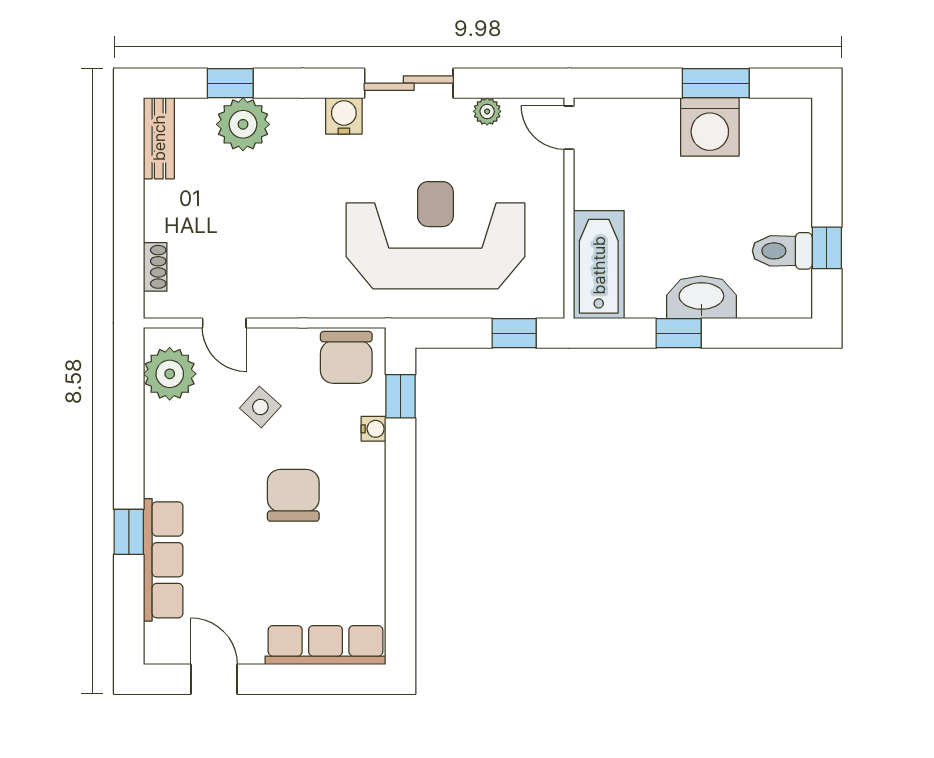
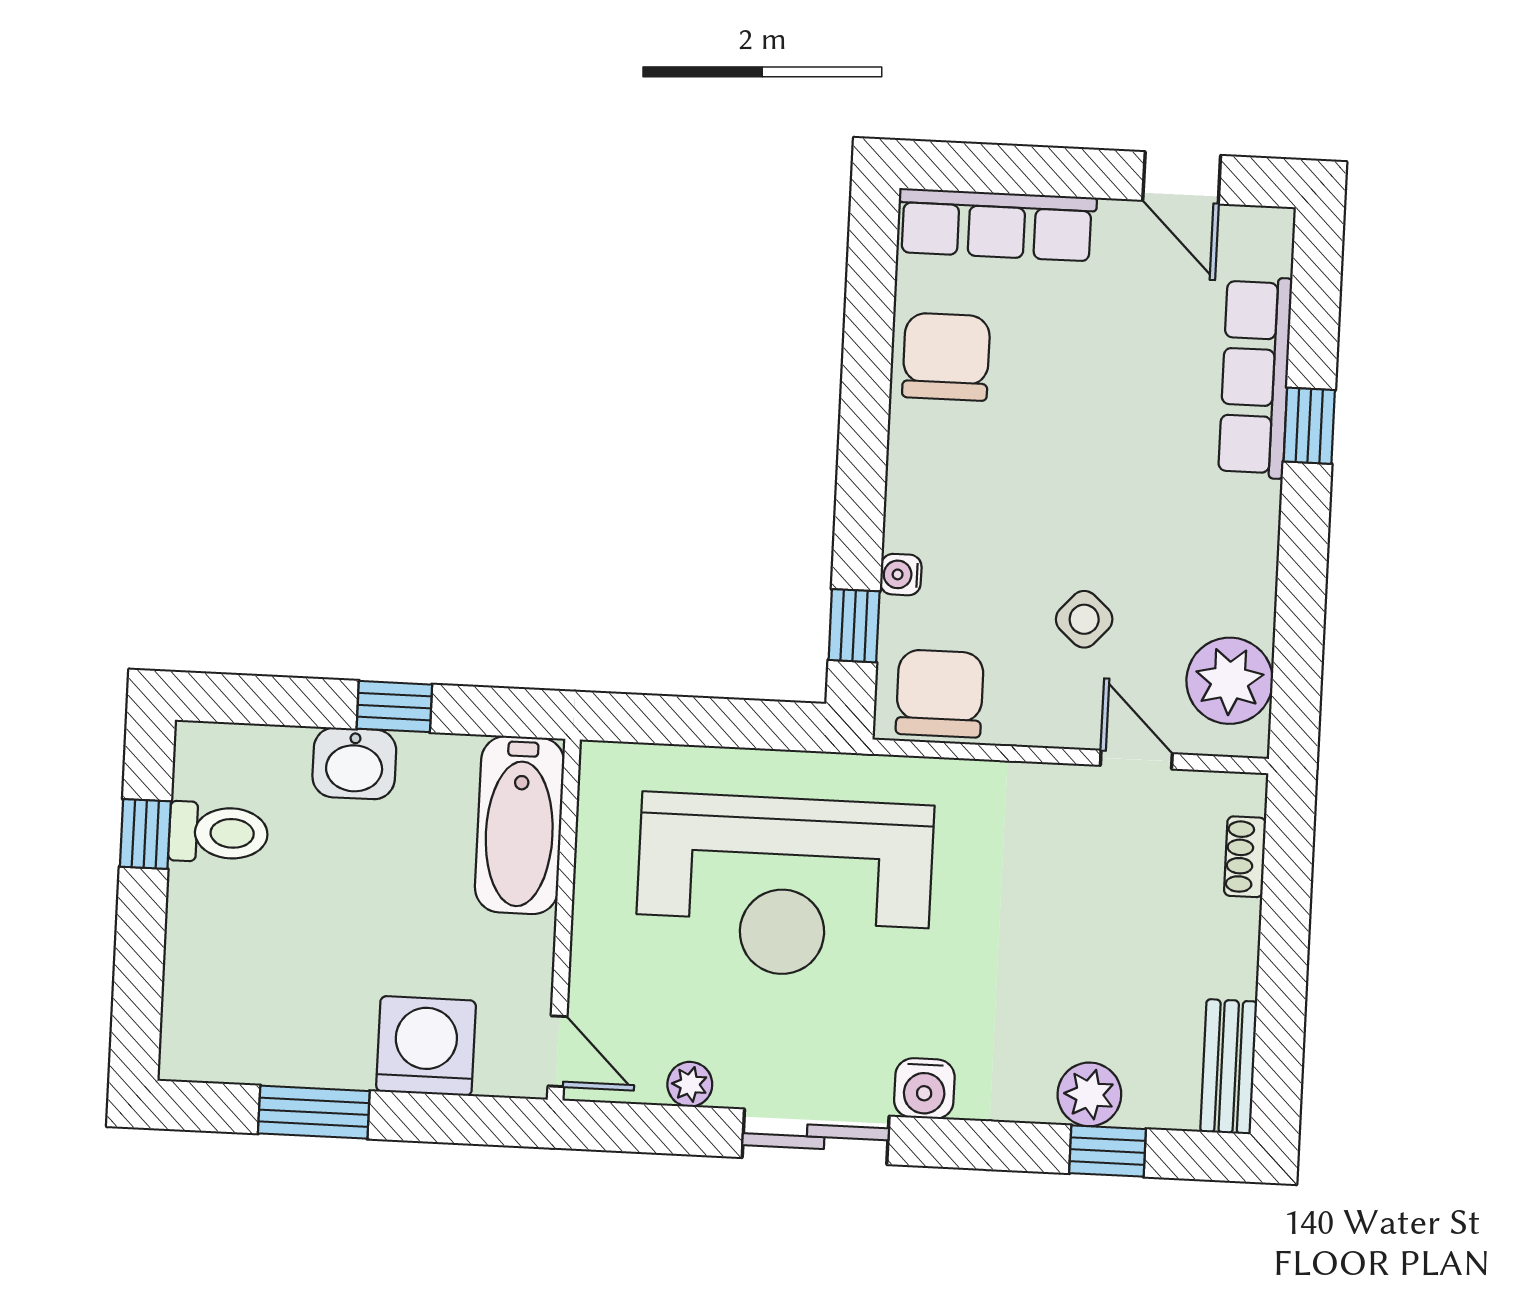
plant: (243, 124) -> (1089, 1094), width x0.73, depth x0.73
washing machine: (710, 127) -> (426, 1046), moved
washbasin: (701, 297) -> (354, 763), width x0.72
window: (514, 333) -> (663, 720), removed
chair: (293, 495) -> (946, 357), moved, turned 180

